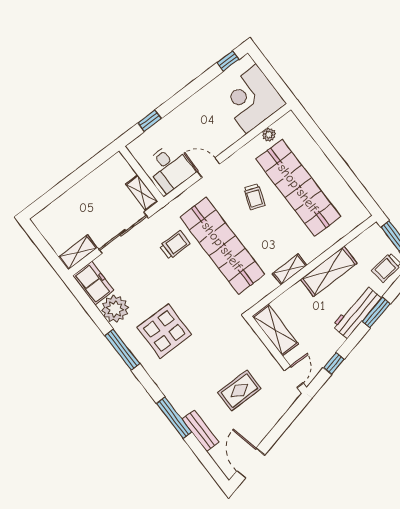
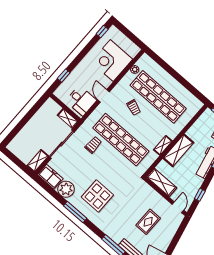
corner desk: (251, 99) -> (112, 61), moved
door: (209, 168) -> (104, 96), hinge flipped
shelving: (329, 271) -> (178, 150), moved

